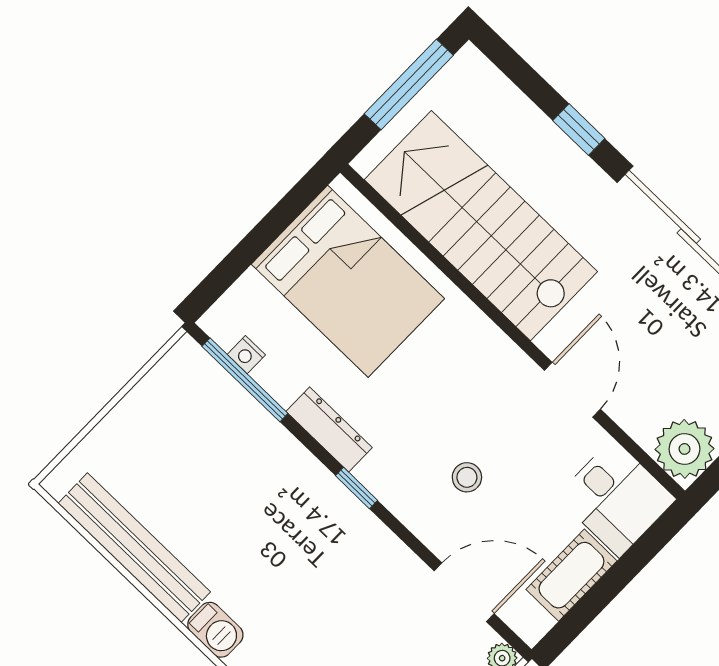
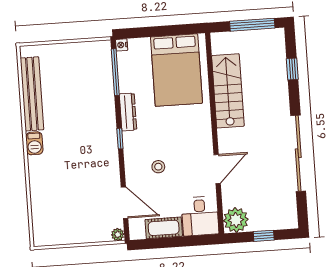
window: (579, 129) -> (292, 69), moved
stairs: (481, 226) -> (228, 91), width x0.73, depth x0.66
nightstand: (246, 355) -> (122, 45), moved

